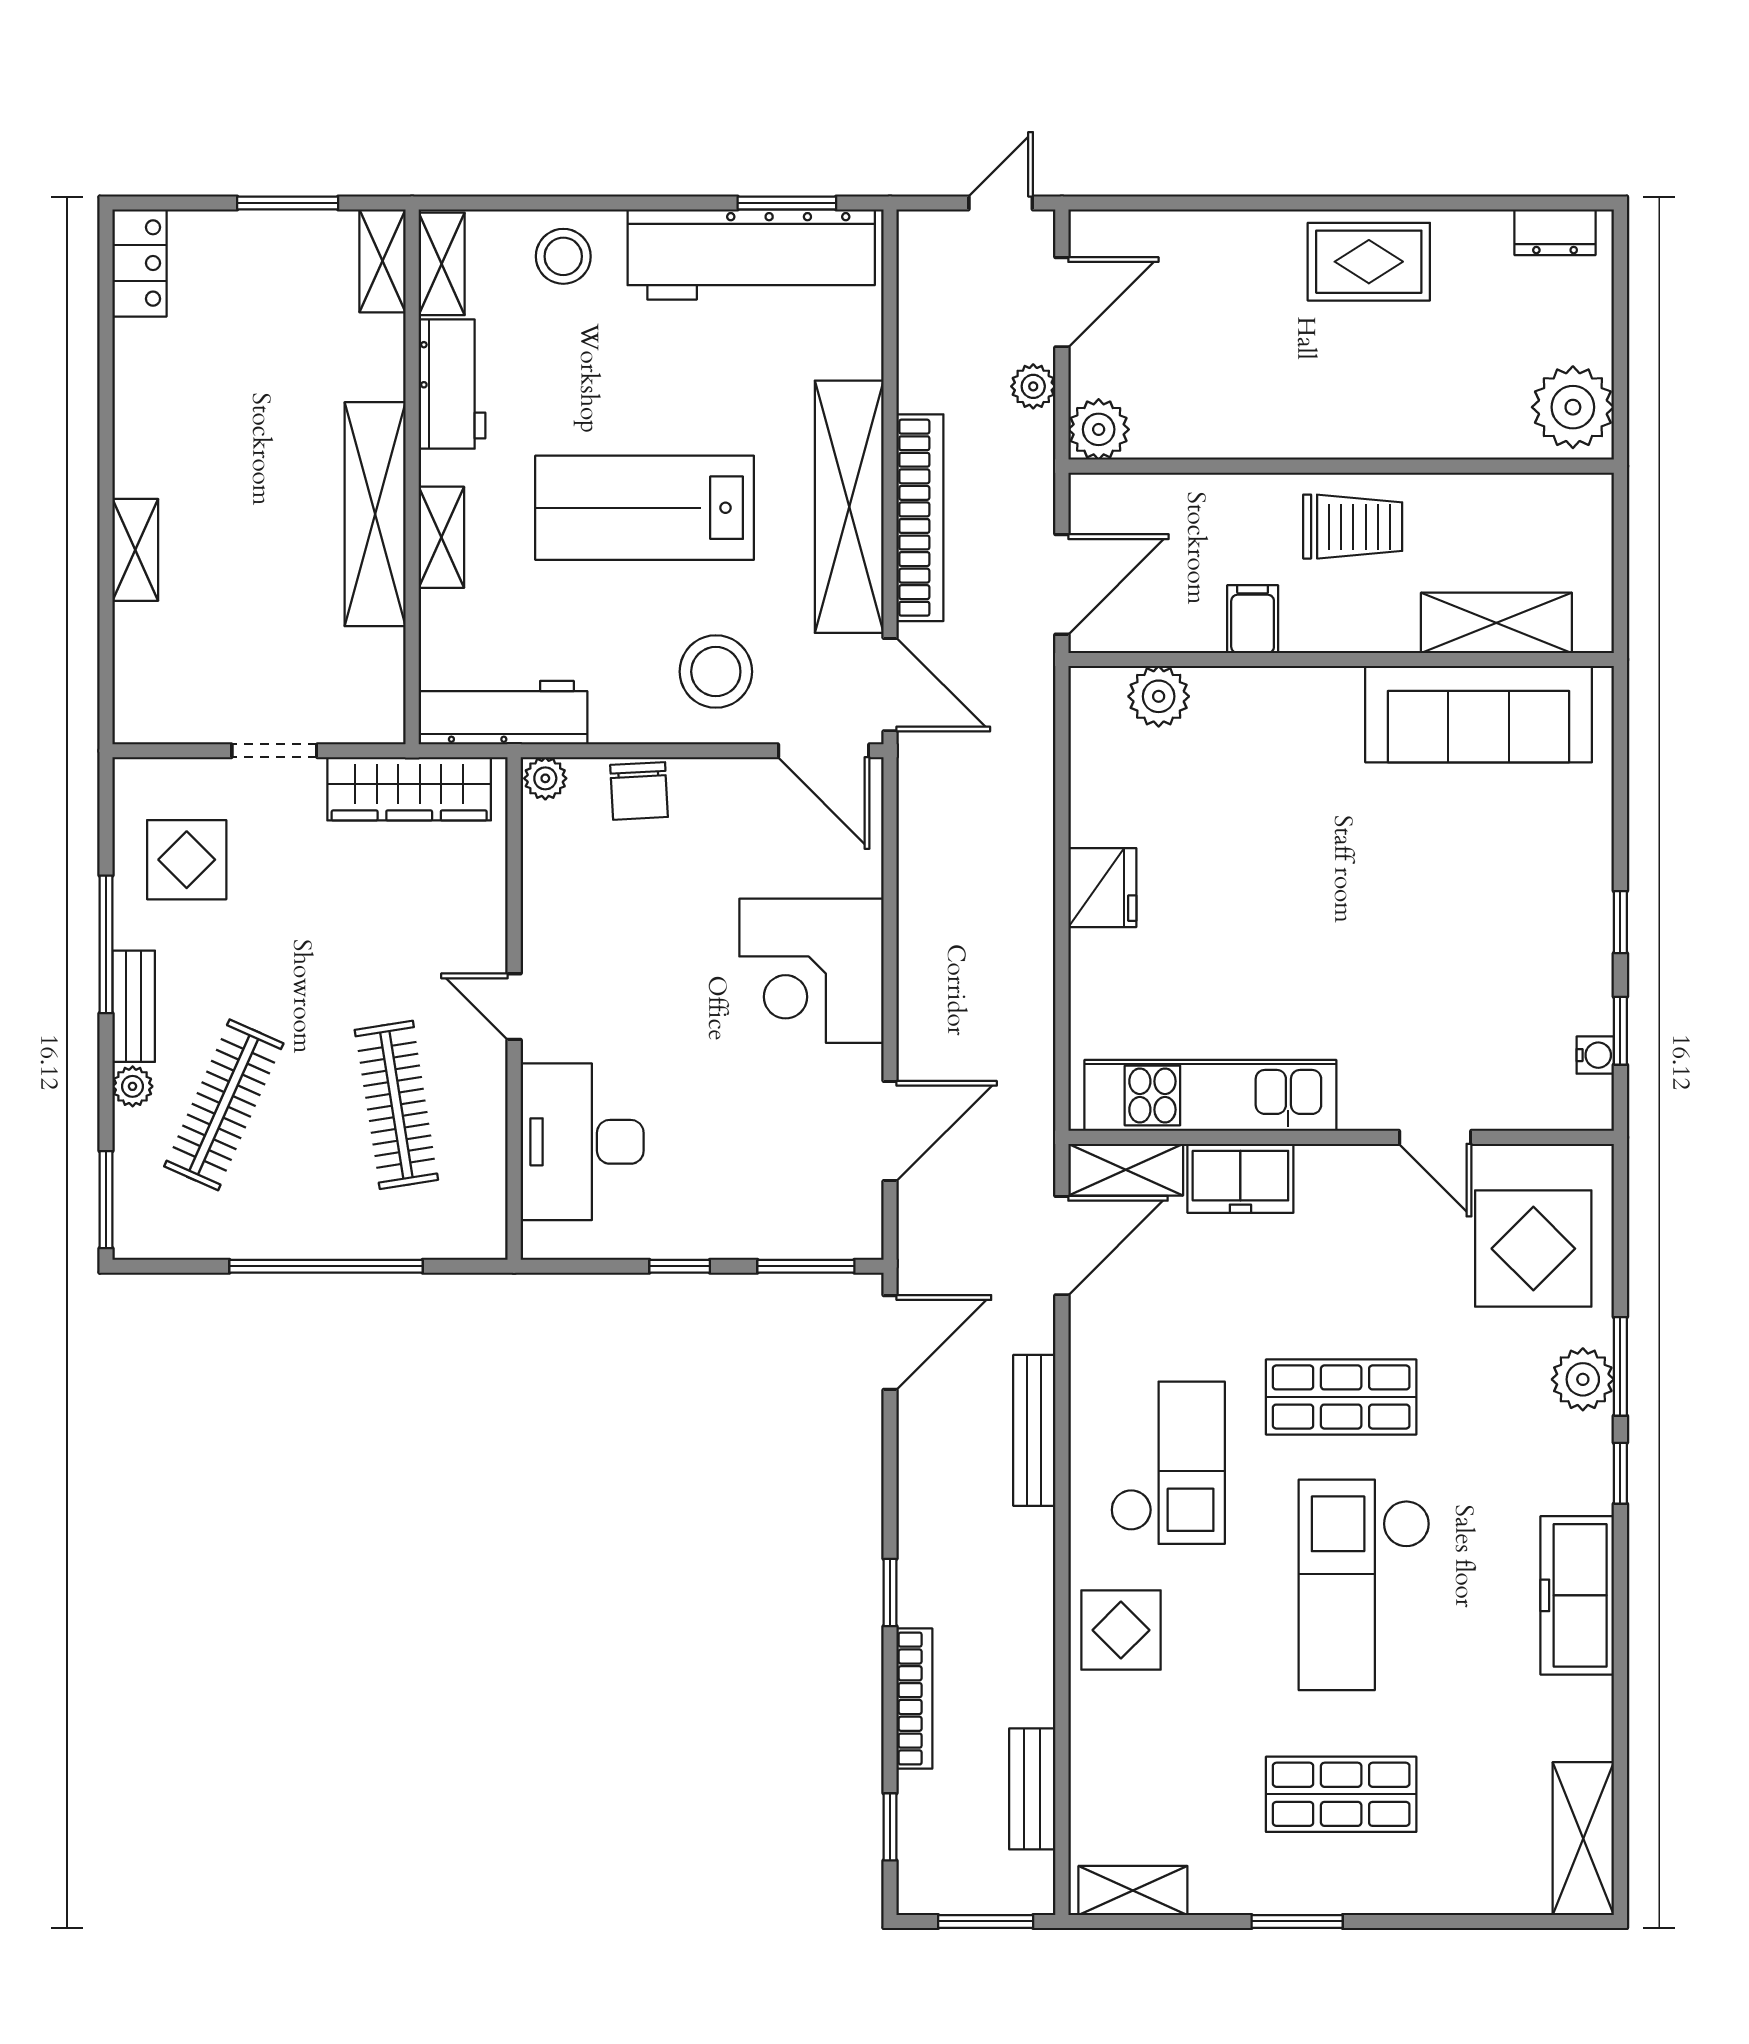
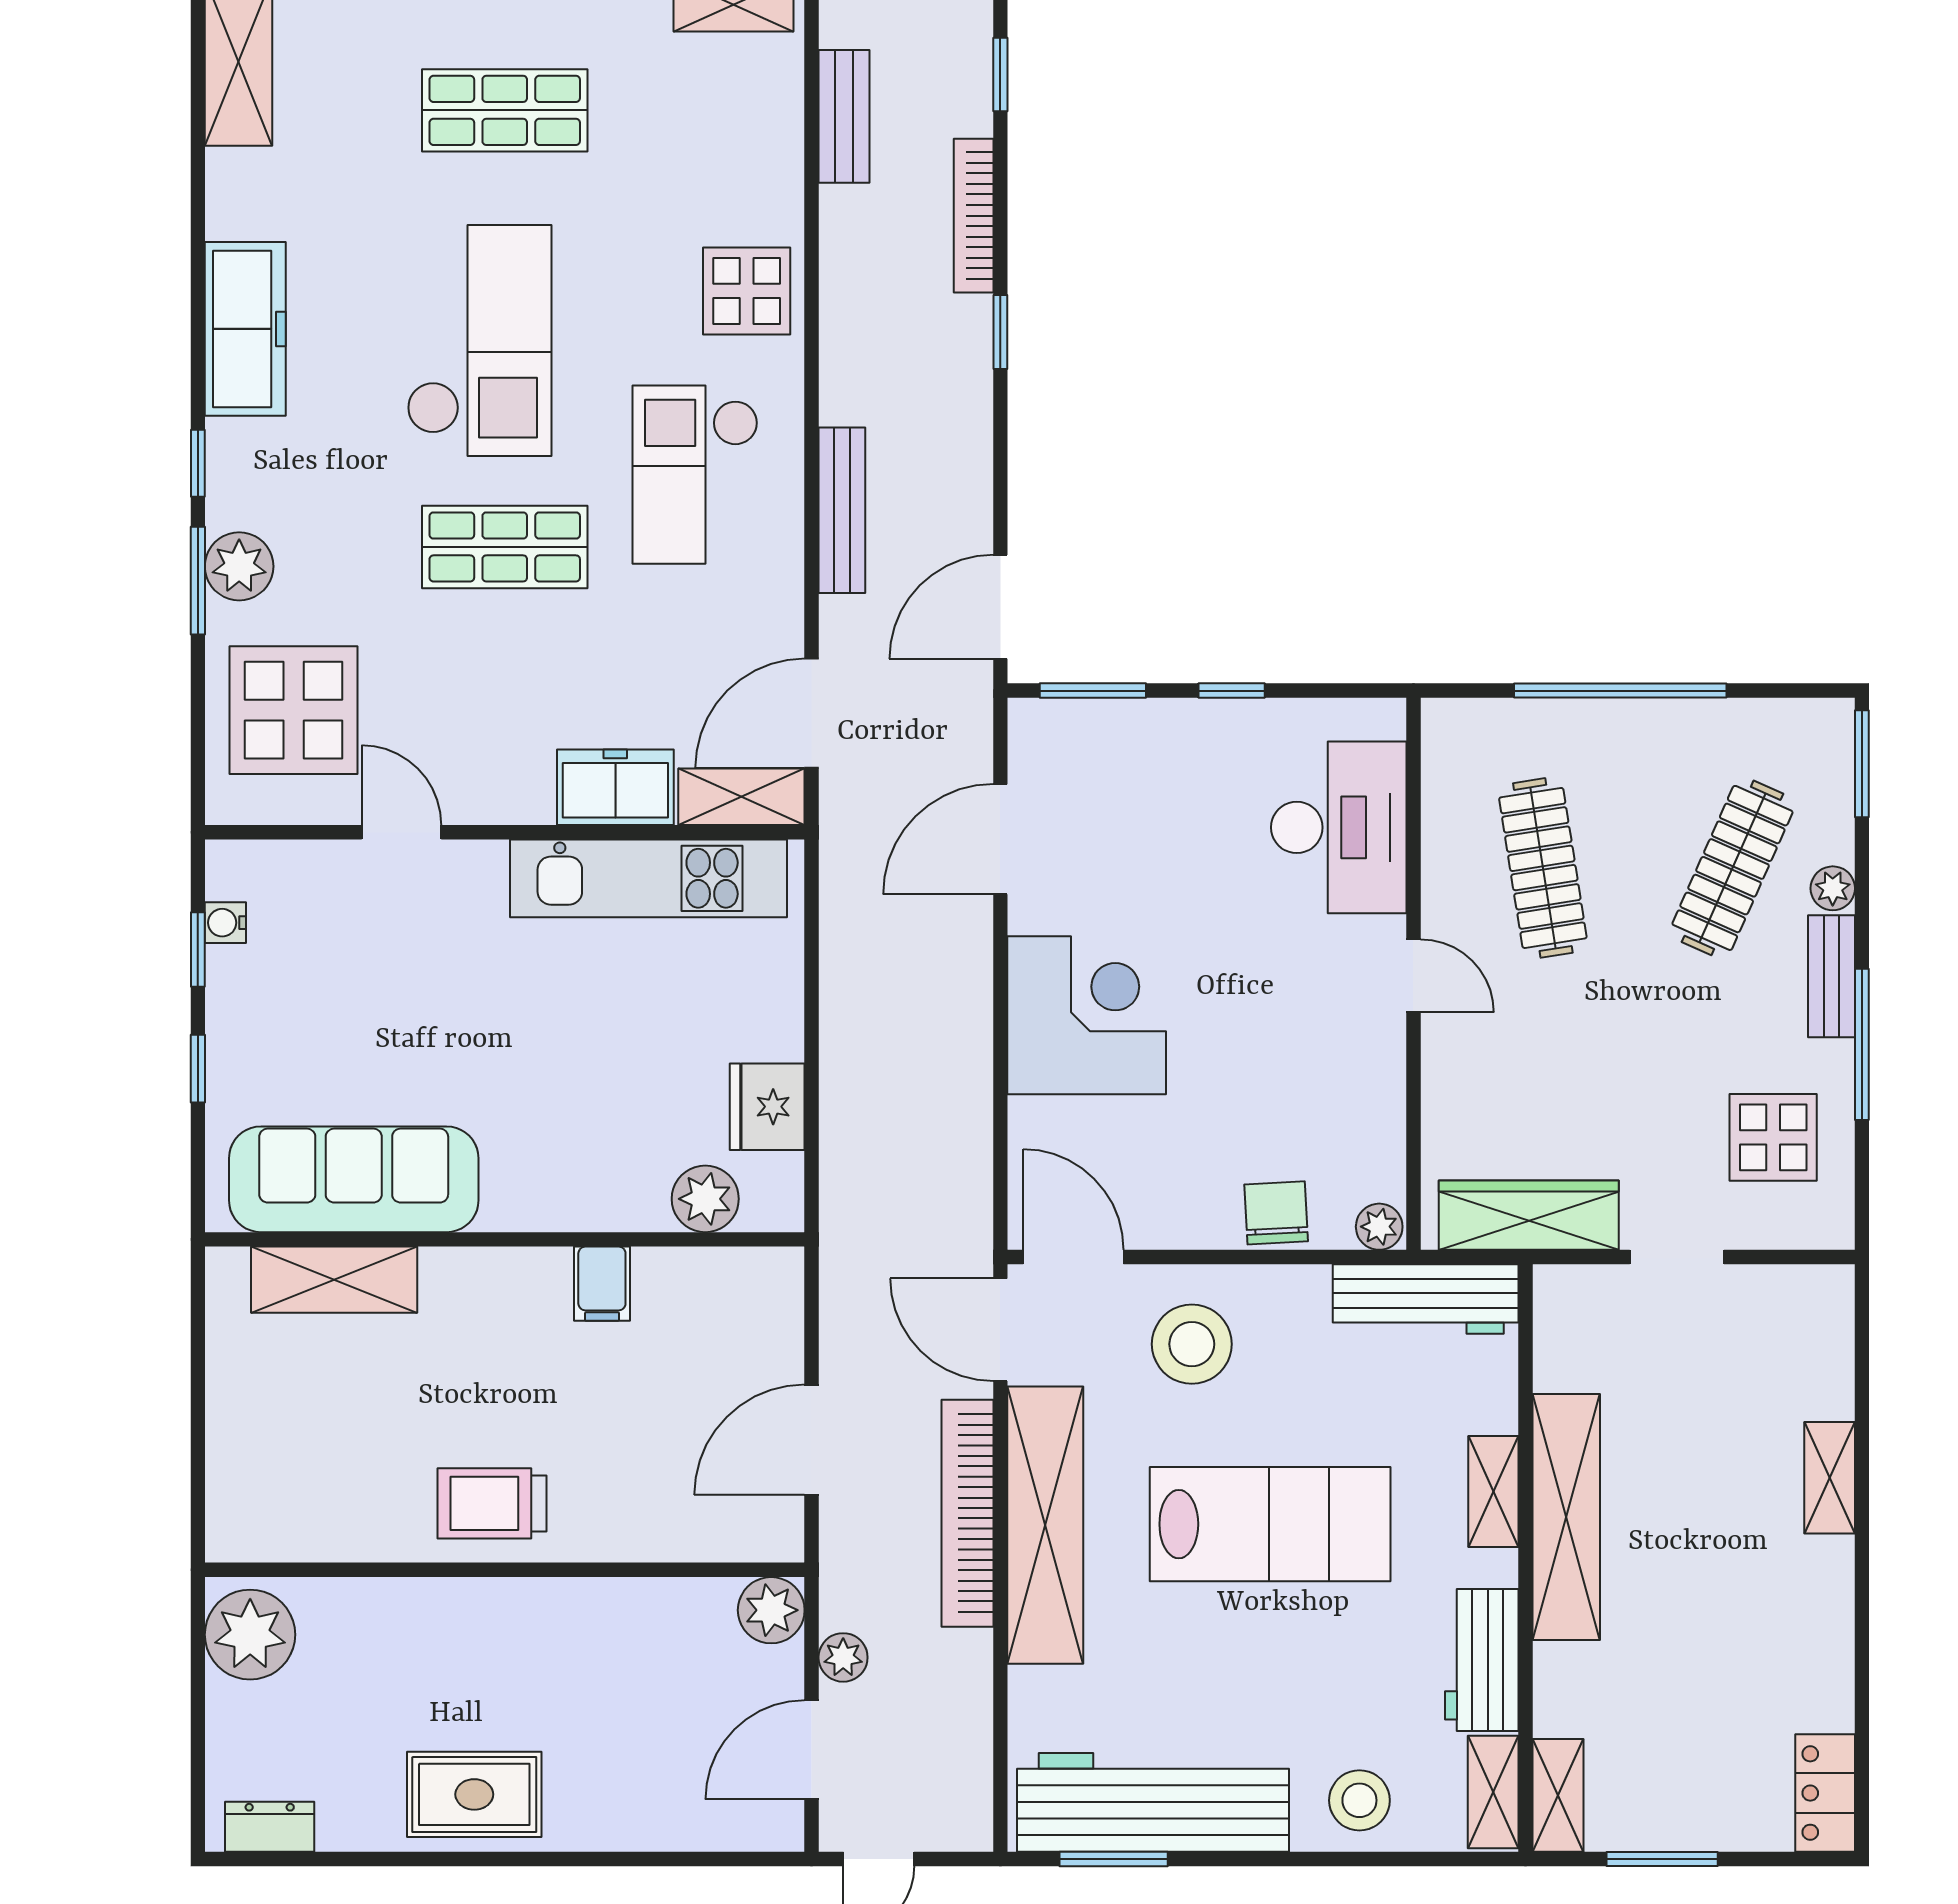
filing cabinet: (1253, 619) -> (602, 1284), moved
shelving: (1496, 623) -> (334, 1280), moved
wall: (1341, 659) -> (505, 1239), moved
plant: (1159, 696) -> (705, 1199), moved
sofa: (1479, 714) -> (354, 1179), moved

